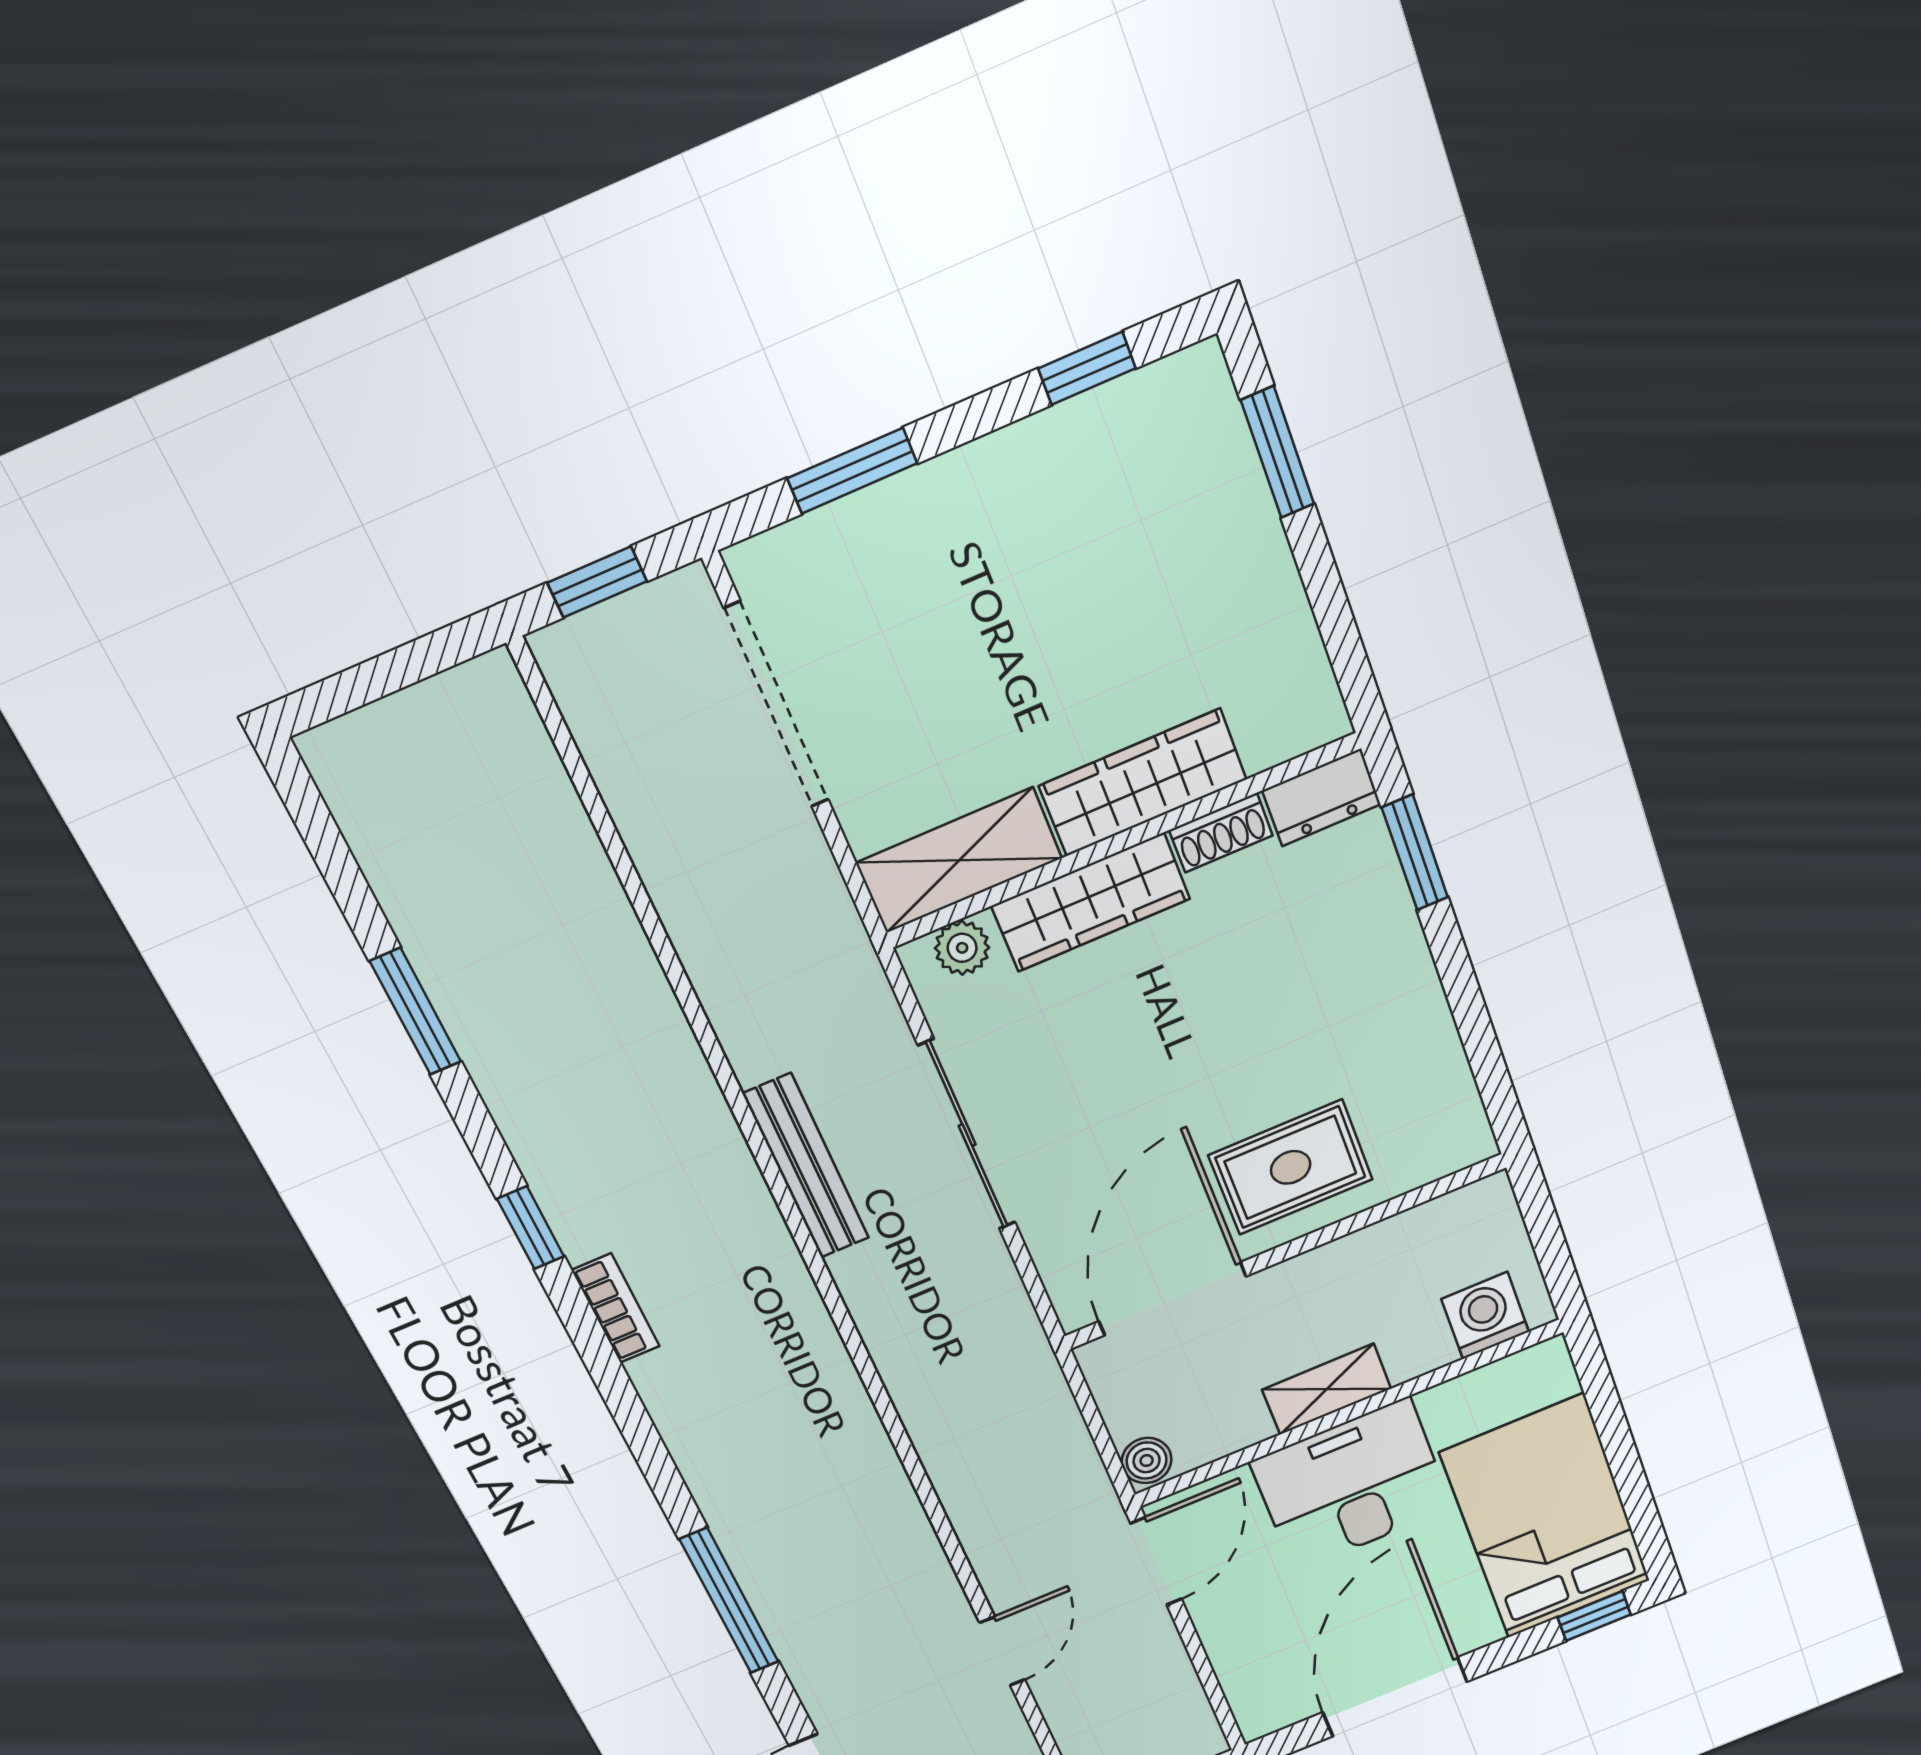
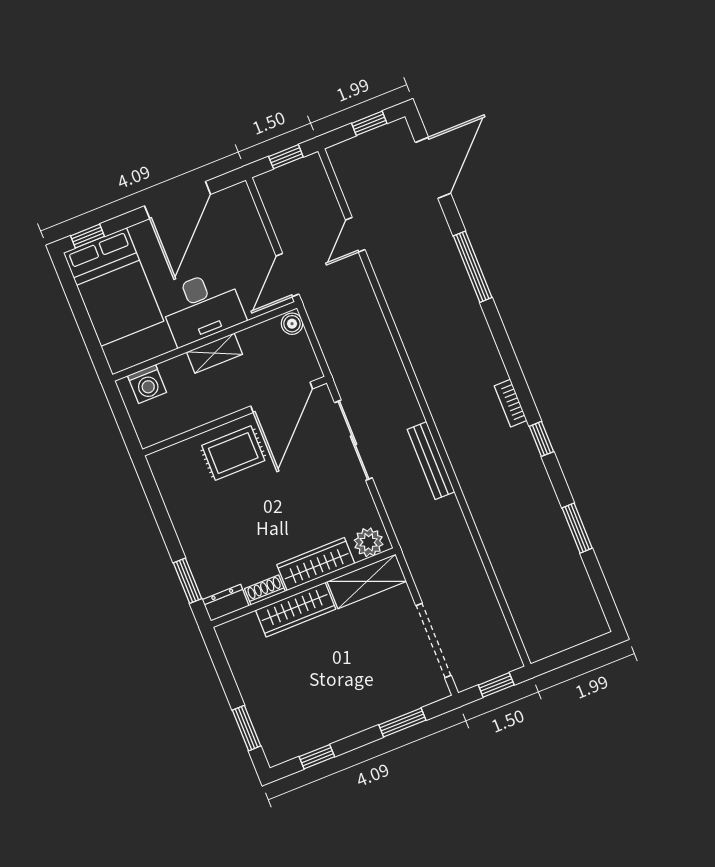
plant: (962, 948) -> (369, 542), width x1.38, depth x1.38
sliding door: (967, 1135) -> (353, 440), moved

